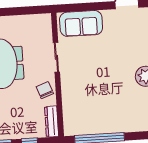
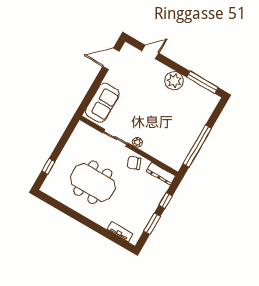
plant: (66, 80) -> (137, 142), added

